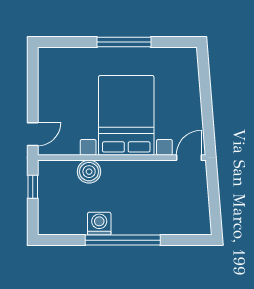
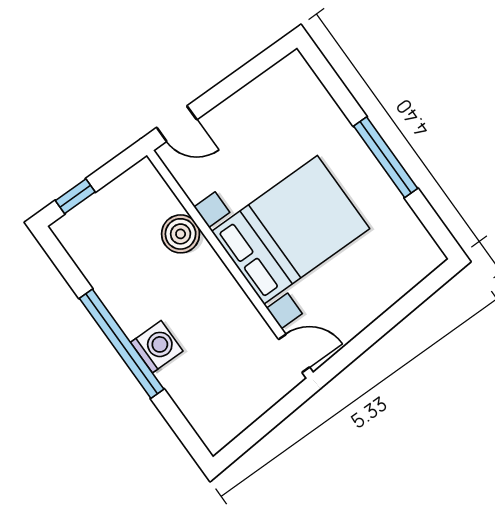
window: (33, 187) -> (75, 196), moved
washing machine: (99, 224) -> (157, 347), moved

